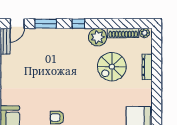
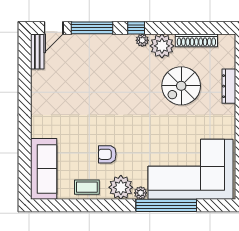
window: (46, 24) -> (92, 28), width x1.44
plant: (144, 33) -> (142, 40), moved

